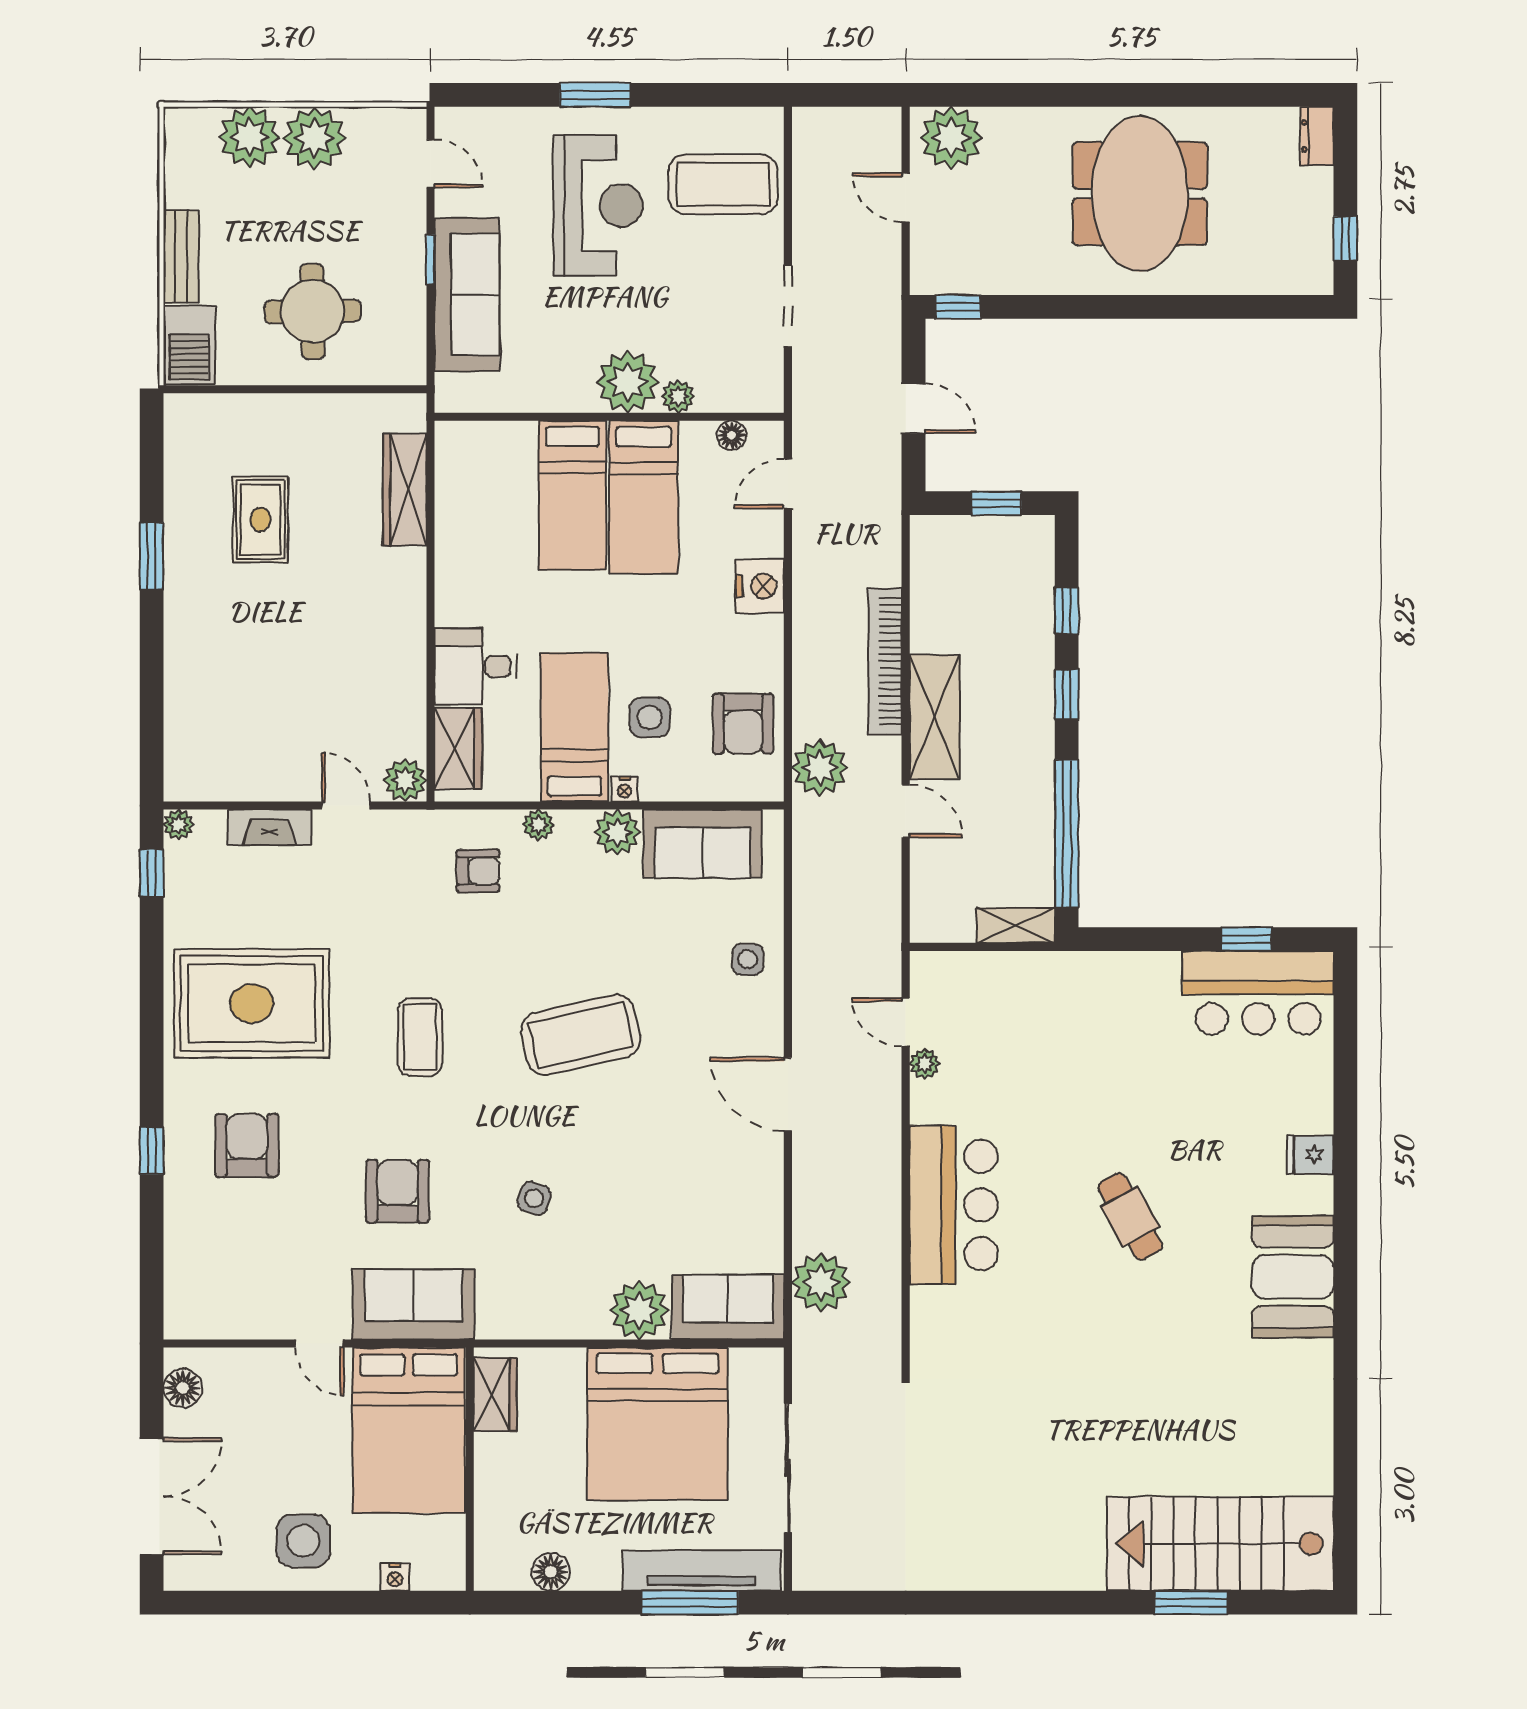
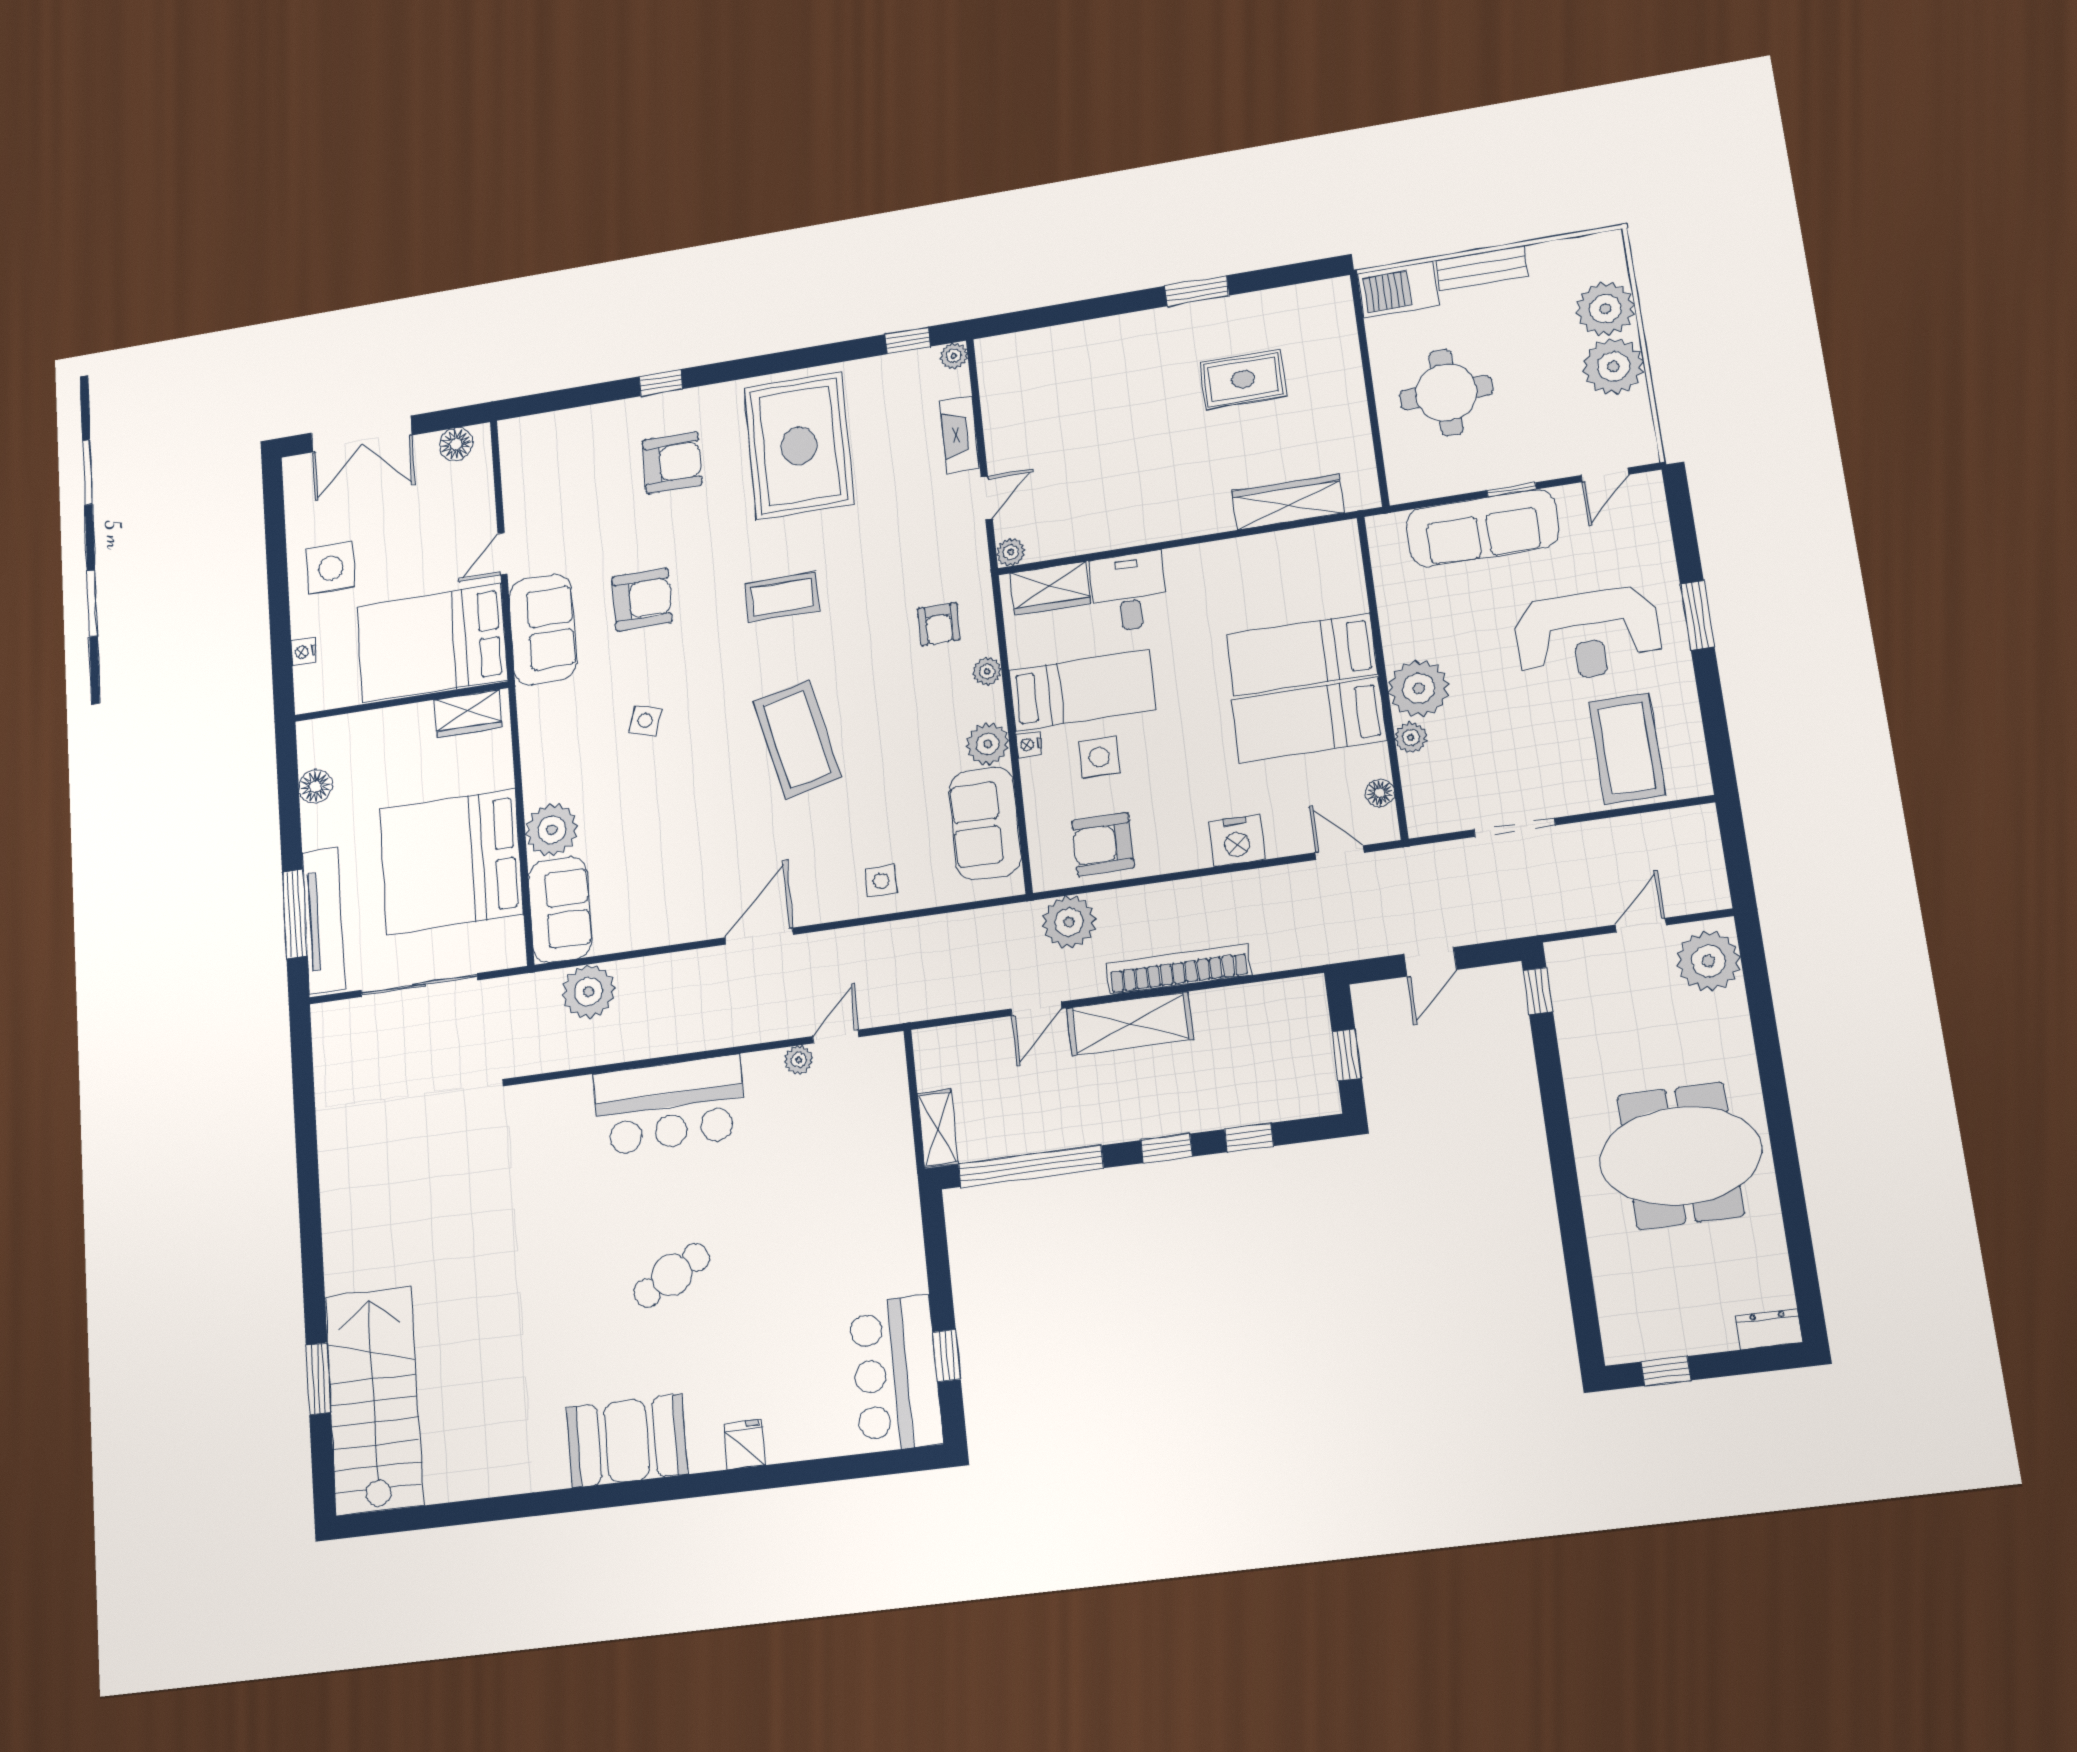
plant: (405, 780) -> (1011, 552), width x0.73, depth x0.73

